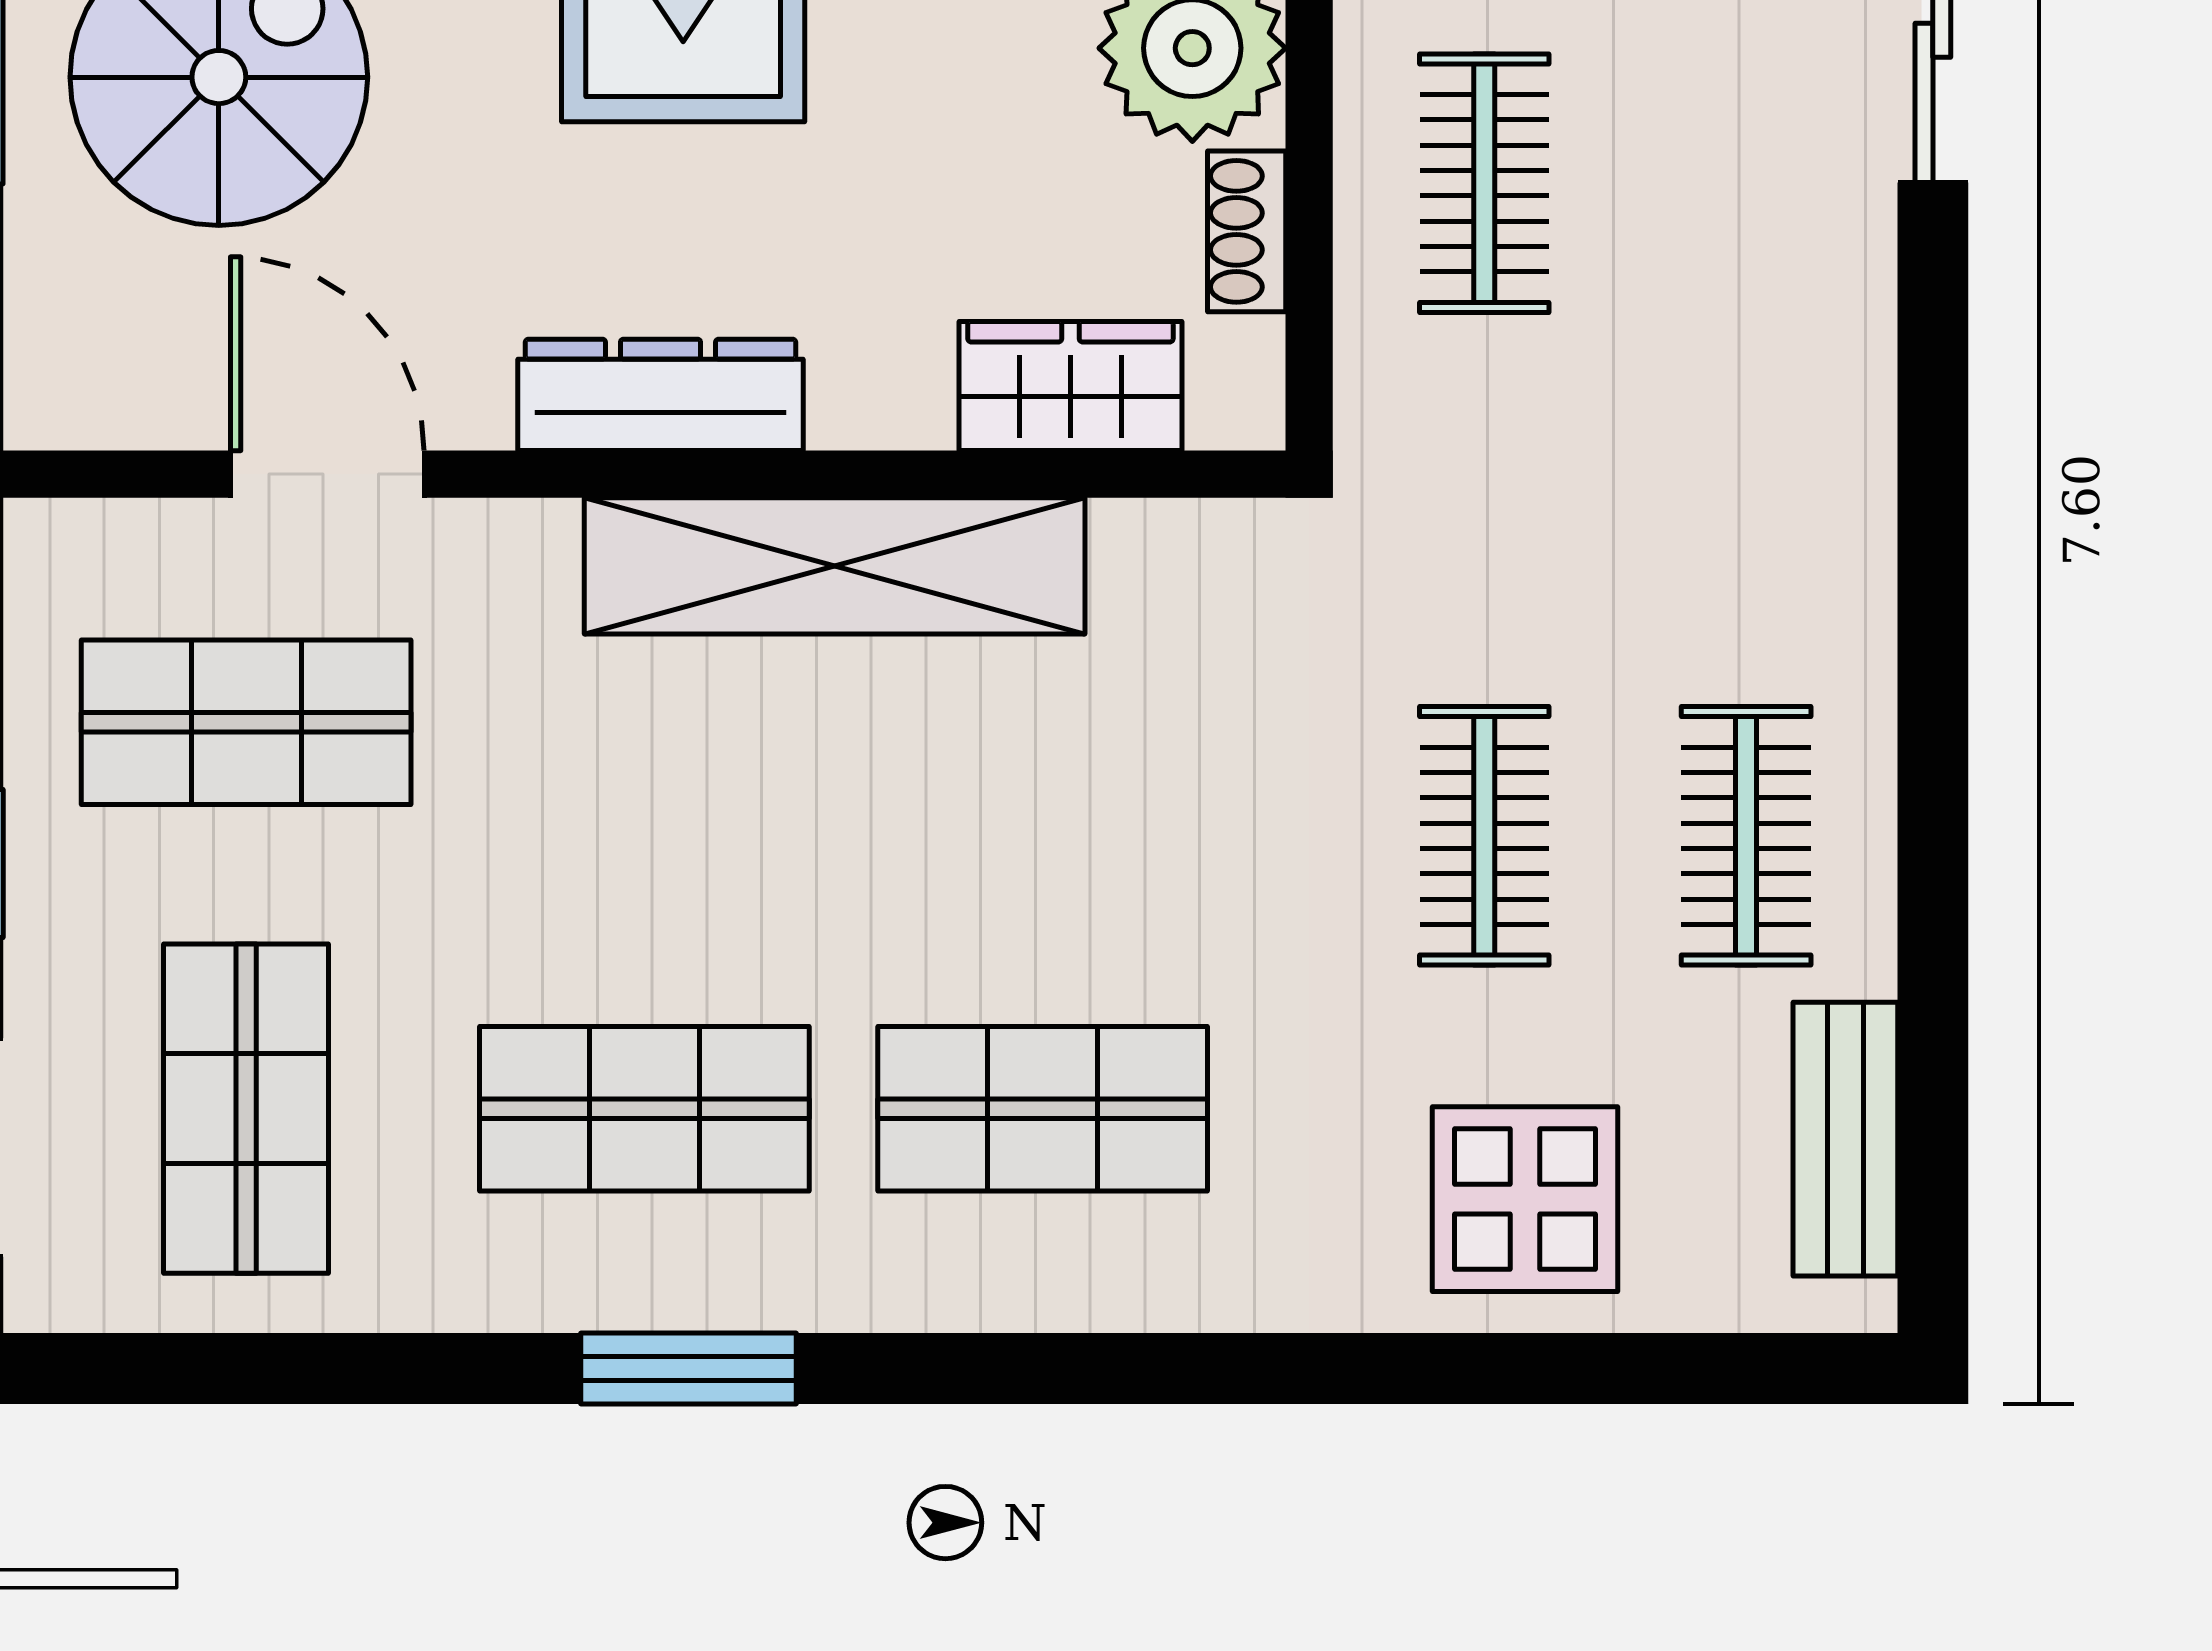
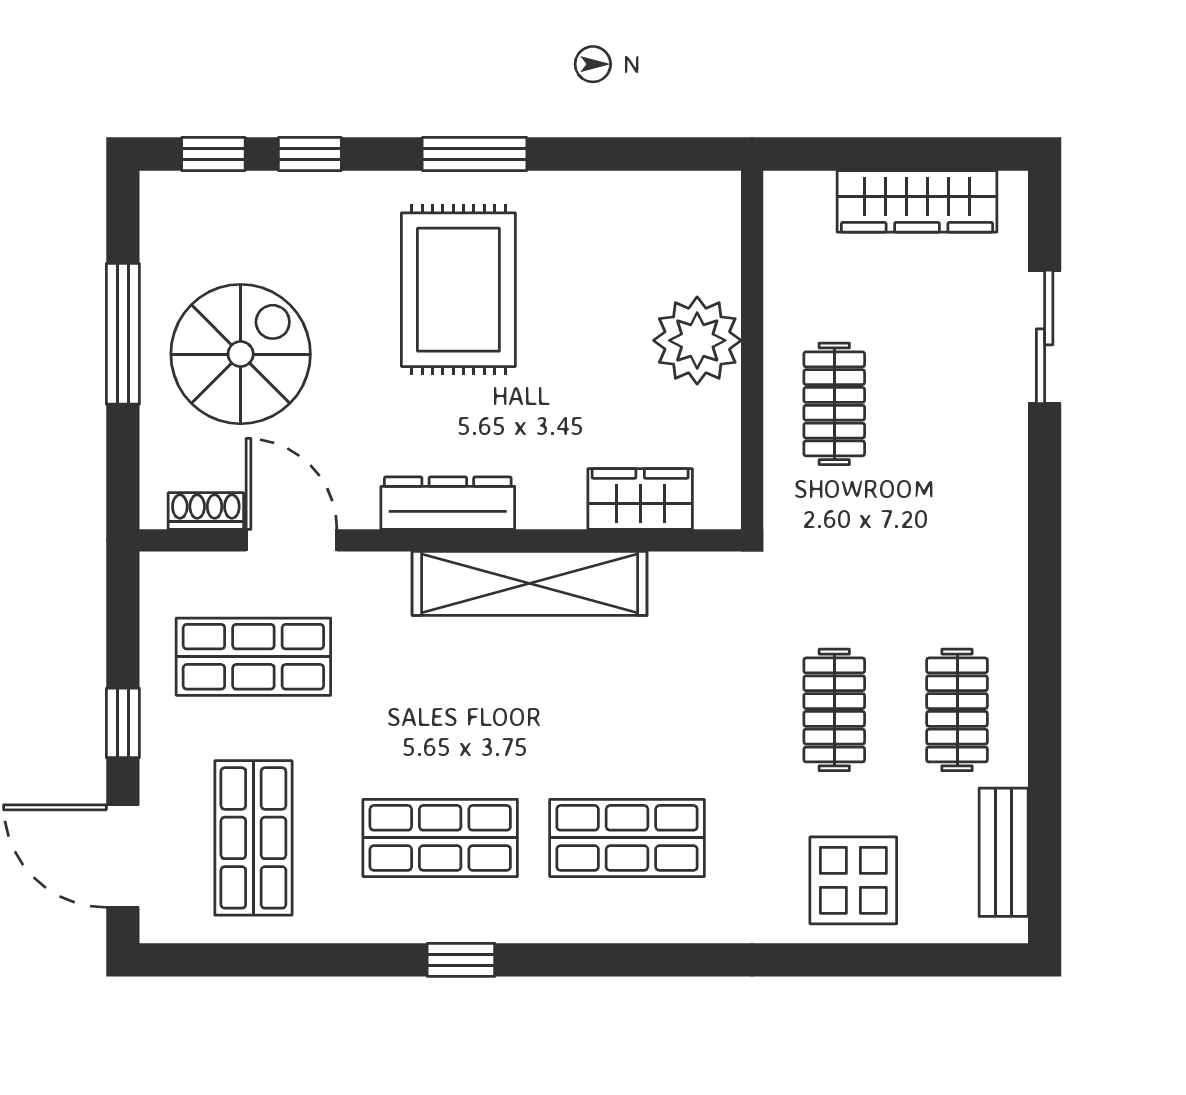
shoe rack: (1247, 231) -> (206, 511), moved, turned 90
window: (689, 1369) -> (461, 960), width x0.67

